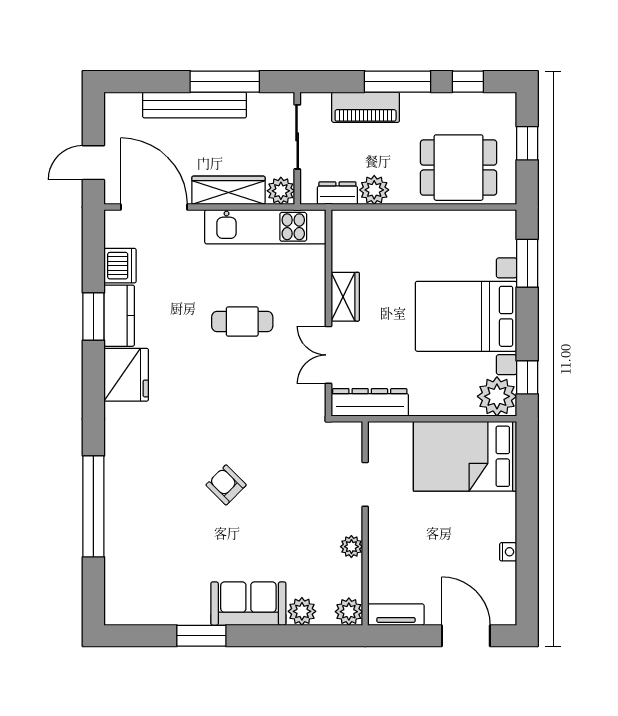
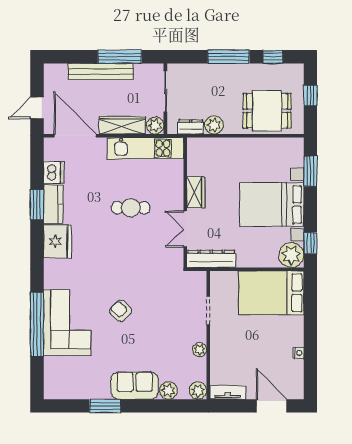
piano: (366, 107) -> (208, 73), removed
corner sofa: (141, 503) -> (67, 322), added

